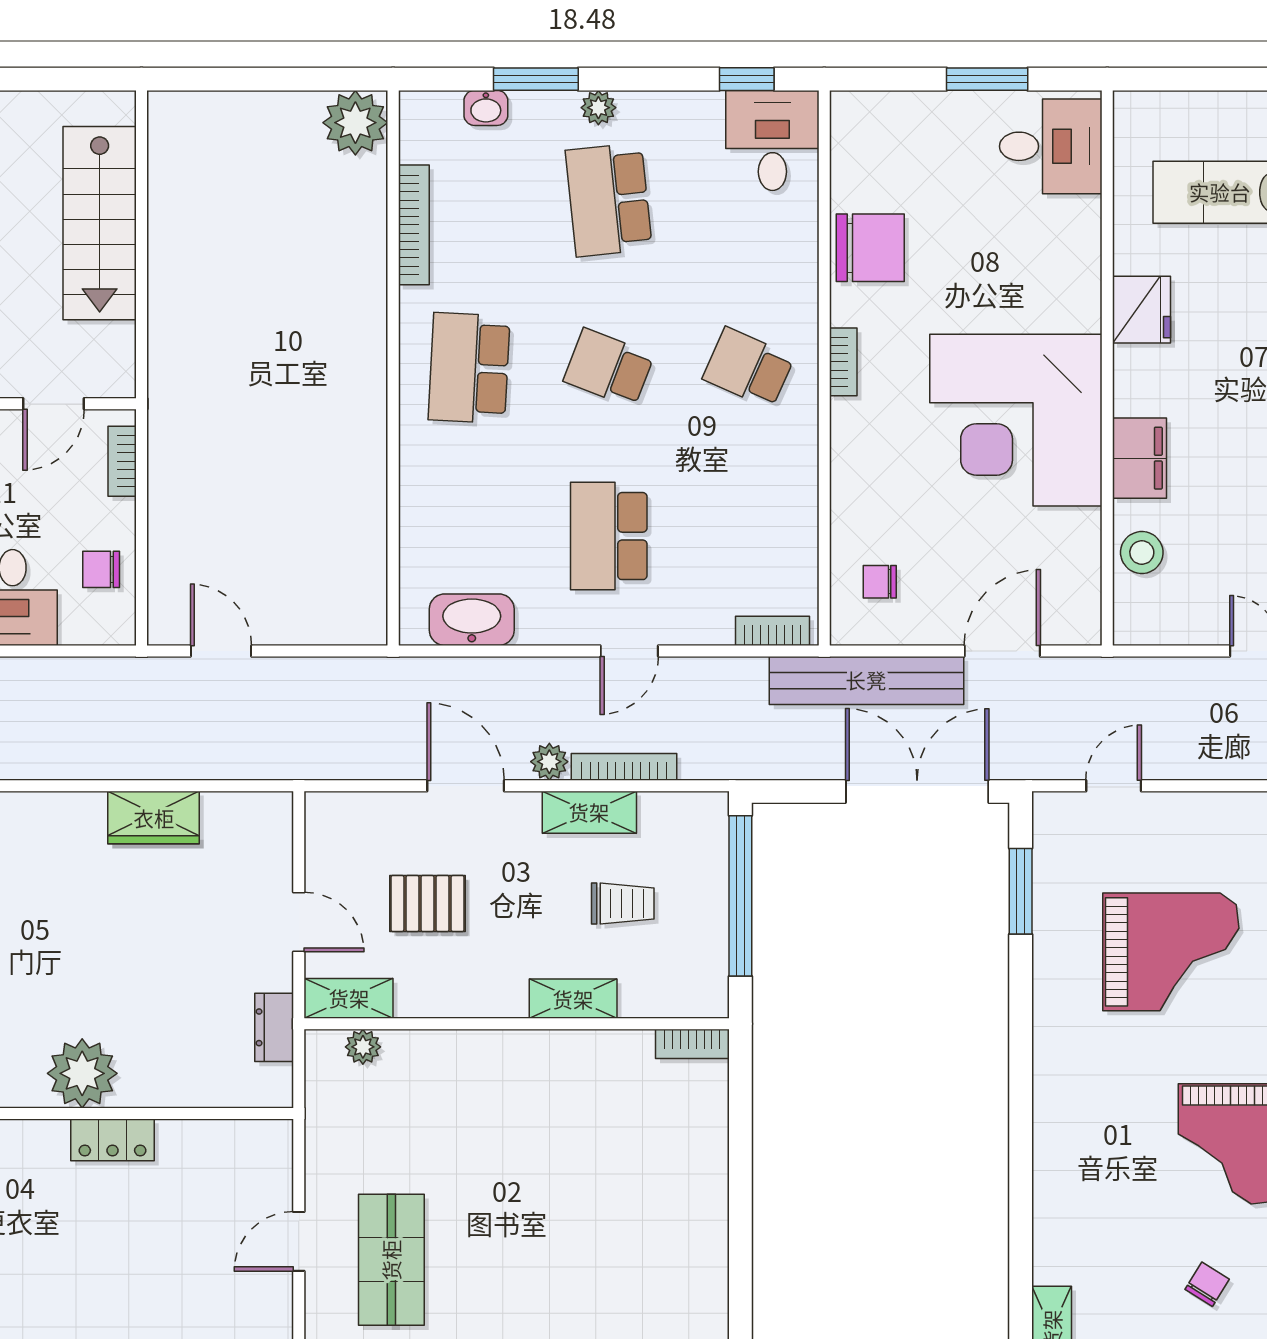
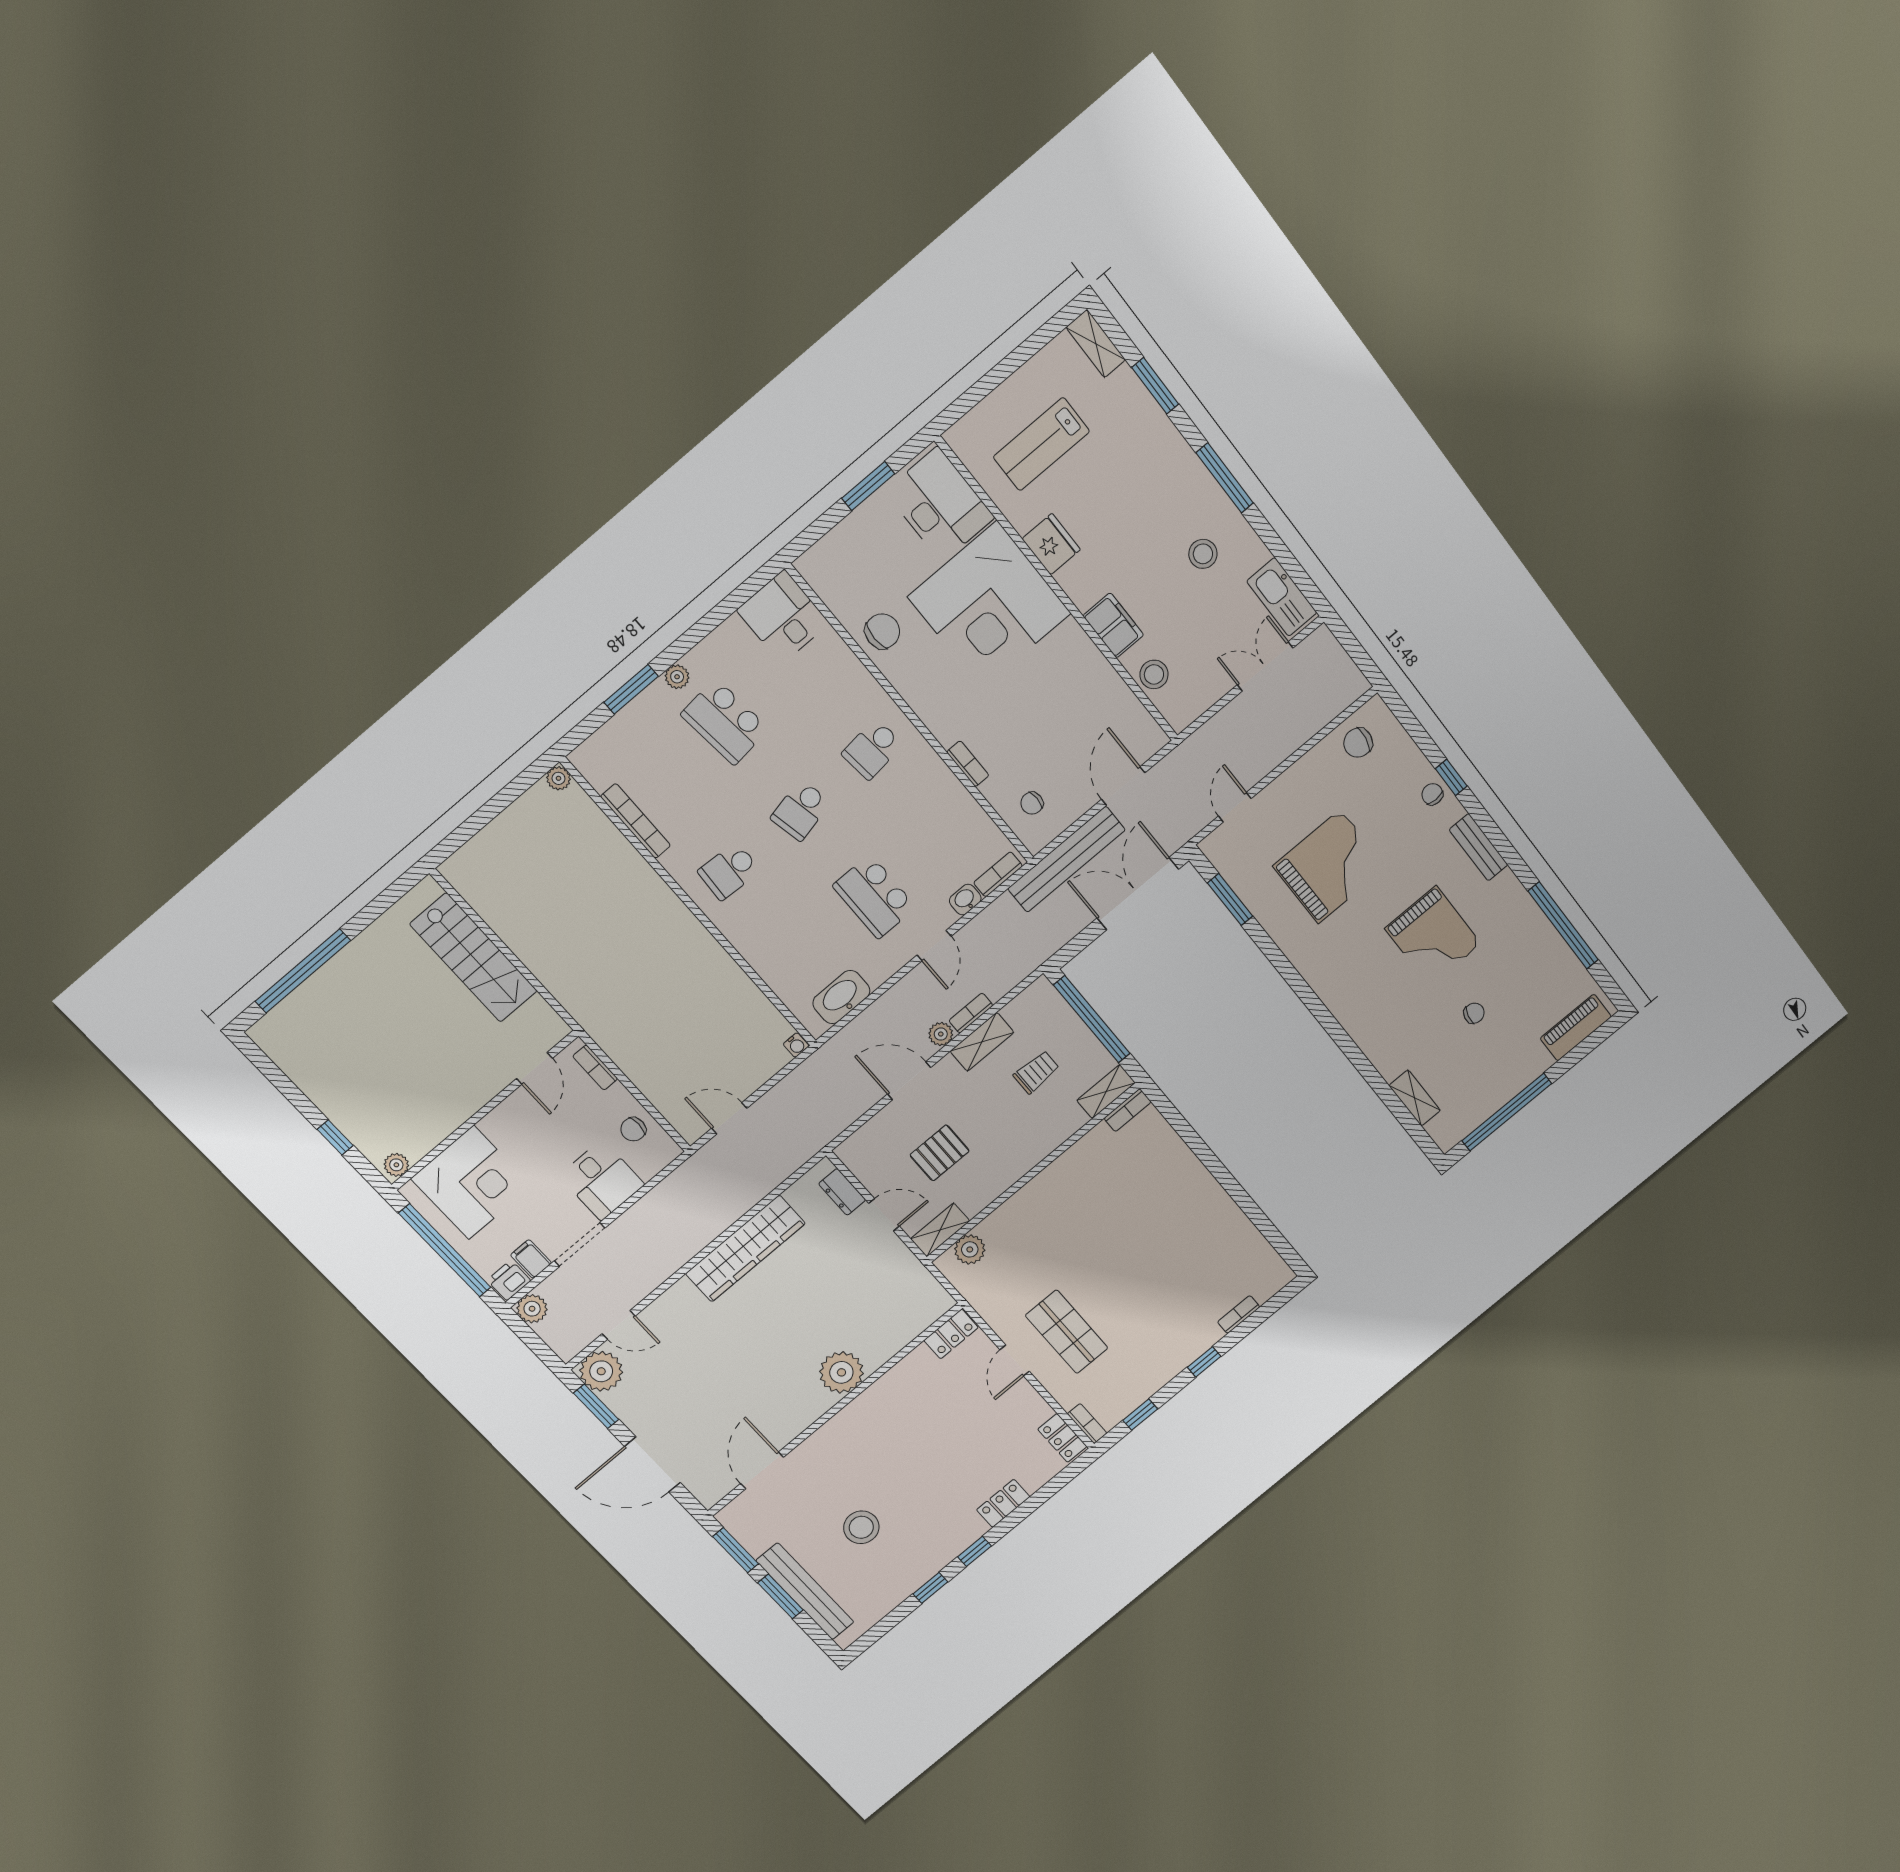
window: (747, 79) -> (741, 595), removed
washbasin: (486, 108) -> (965, 899), moved, turned 180
plant: (355, 123) -> (558, 778), width x0.53, depth x0.53
desk: (1051, 146) -> (940, 505), width x1.37
chair: (870, 248) -> (882, 631), width x0.73, depth x0.73
bookcase: (843, 362) -> (968, 764), moved
school desk: (469, 368) -> (729, 871), width x0.54
school desk: (609, 368) -> (801, 810), turned -33
school desk: (748, 368) -> (872, 749), turned -30
corner desk: (1016, 420) -> (990, 605), moved
water cooler: (372, 631) -> (796, 1045), added
bookcase: (624, 767) -> (971, 1013), width x0.64
wardrobe: (154, 818) -> (745, 1249), width x2.10, depth x1.17
shelving: (573, 999) -> (1106, 1092), moved
dresser: (274, 1027) -> (842, 1192), moved
plant: (363, 1047) -> (970, 1249), width x1.38, depth x1.38
locker: (112, 1140) -> (951, 1334), moved
chair: (1207, 1284) -> (1474, 1013), turned 71

